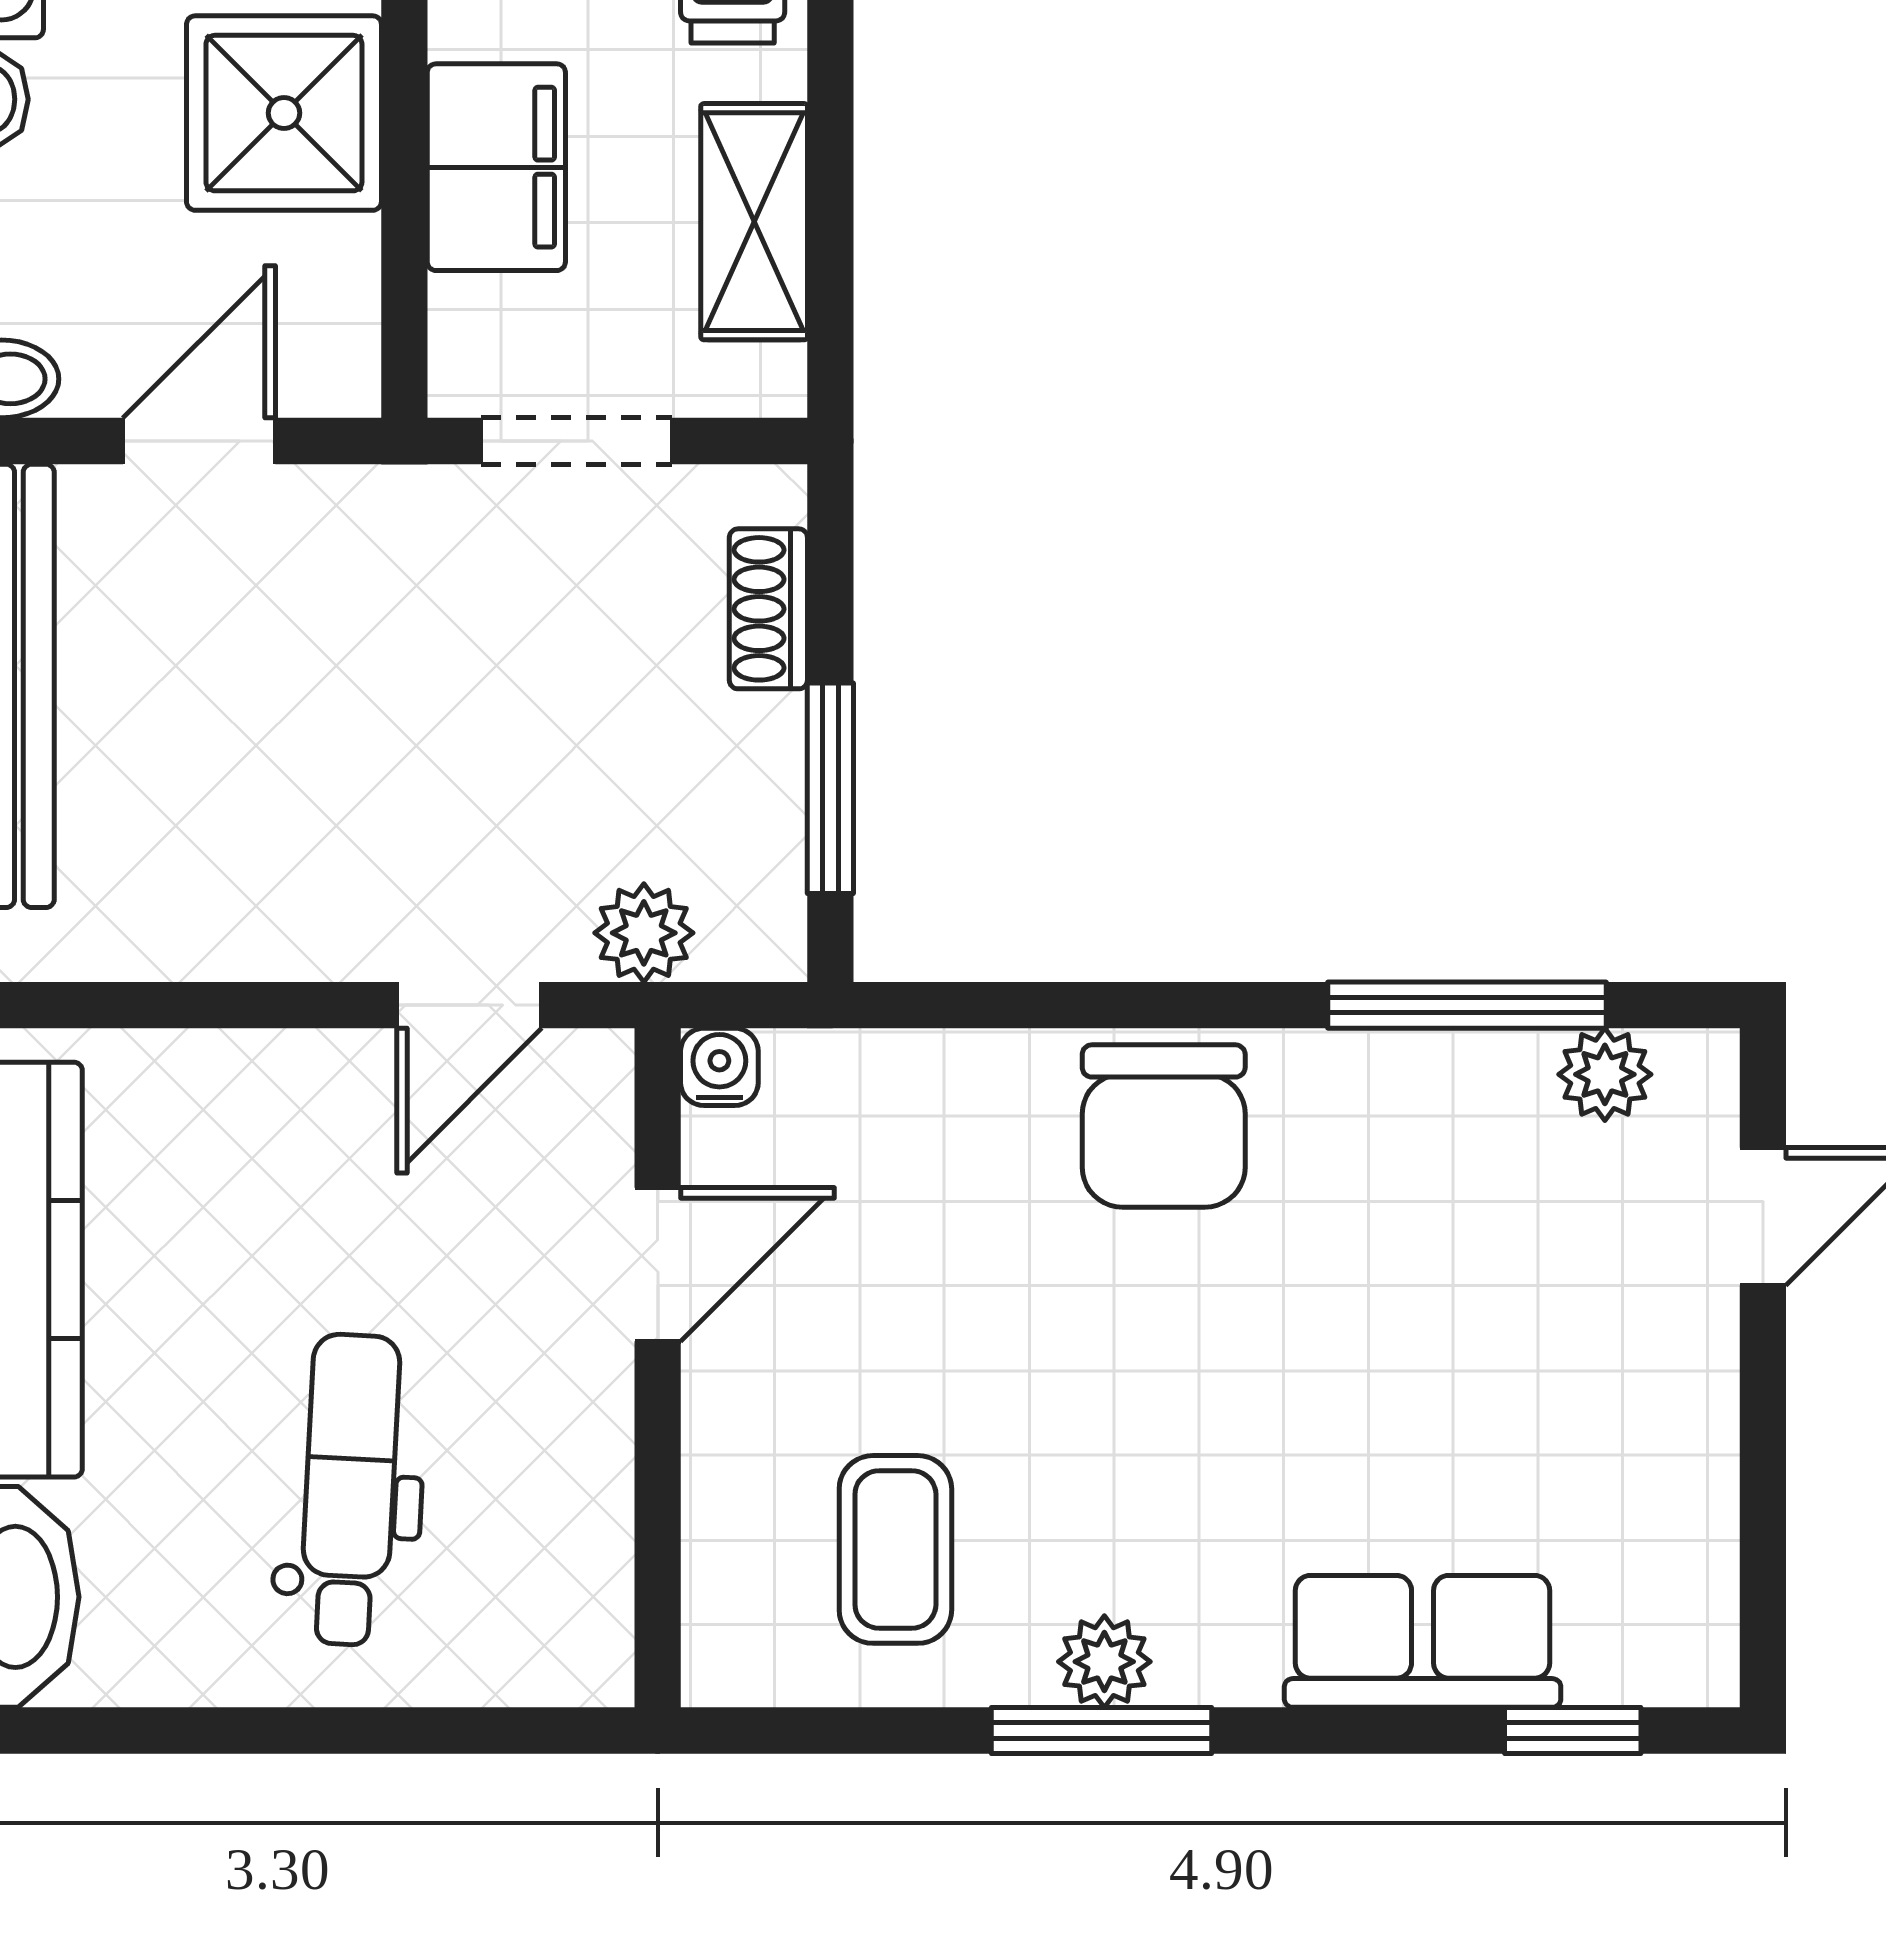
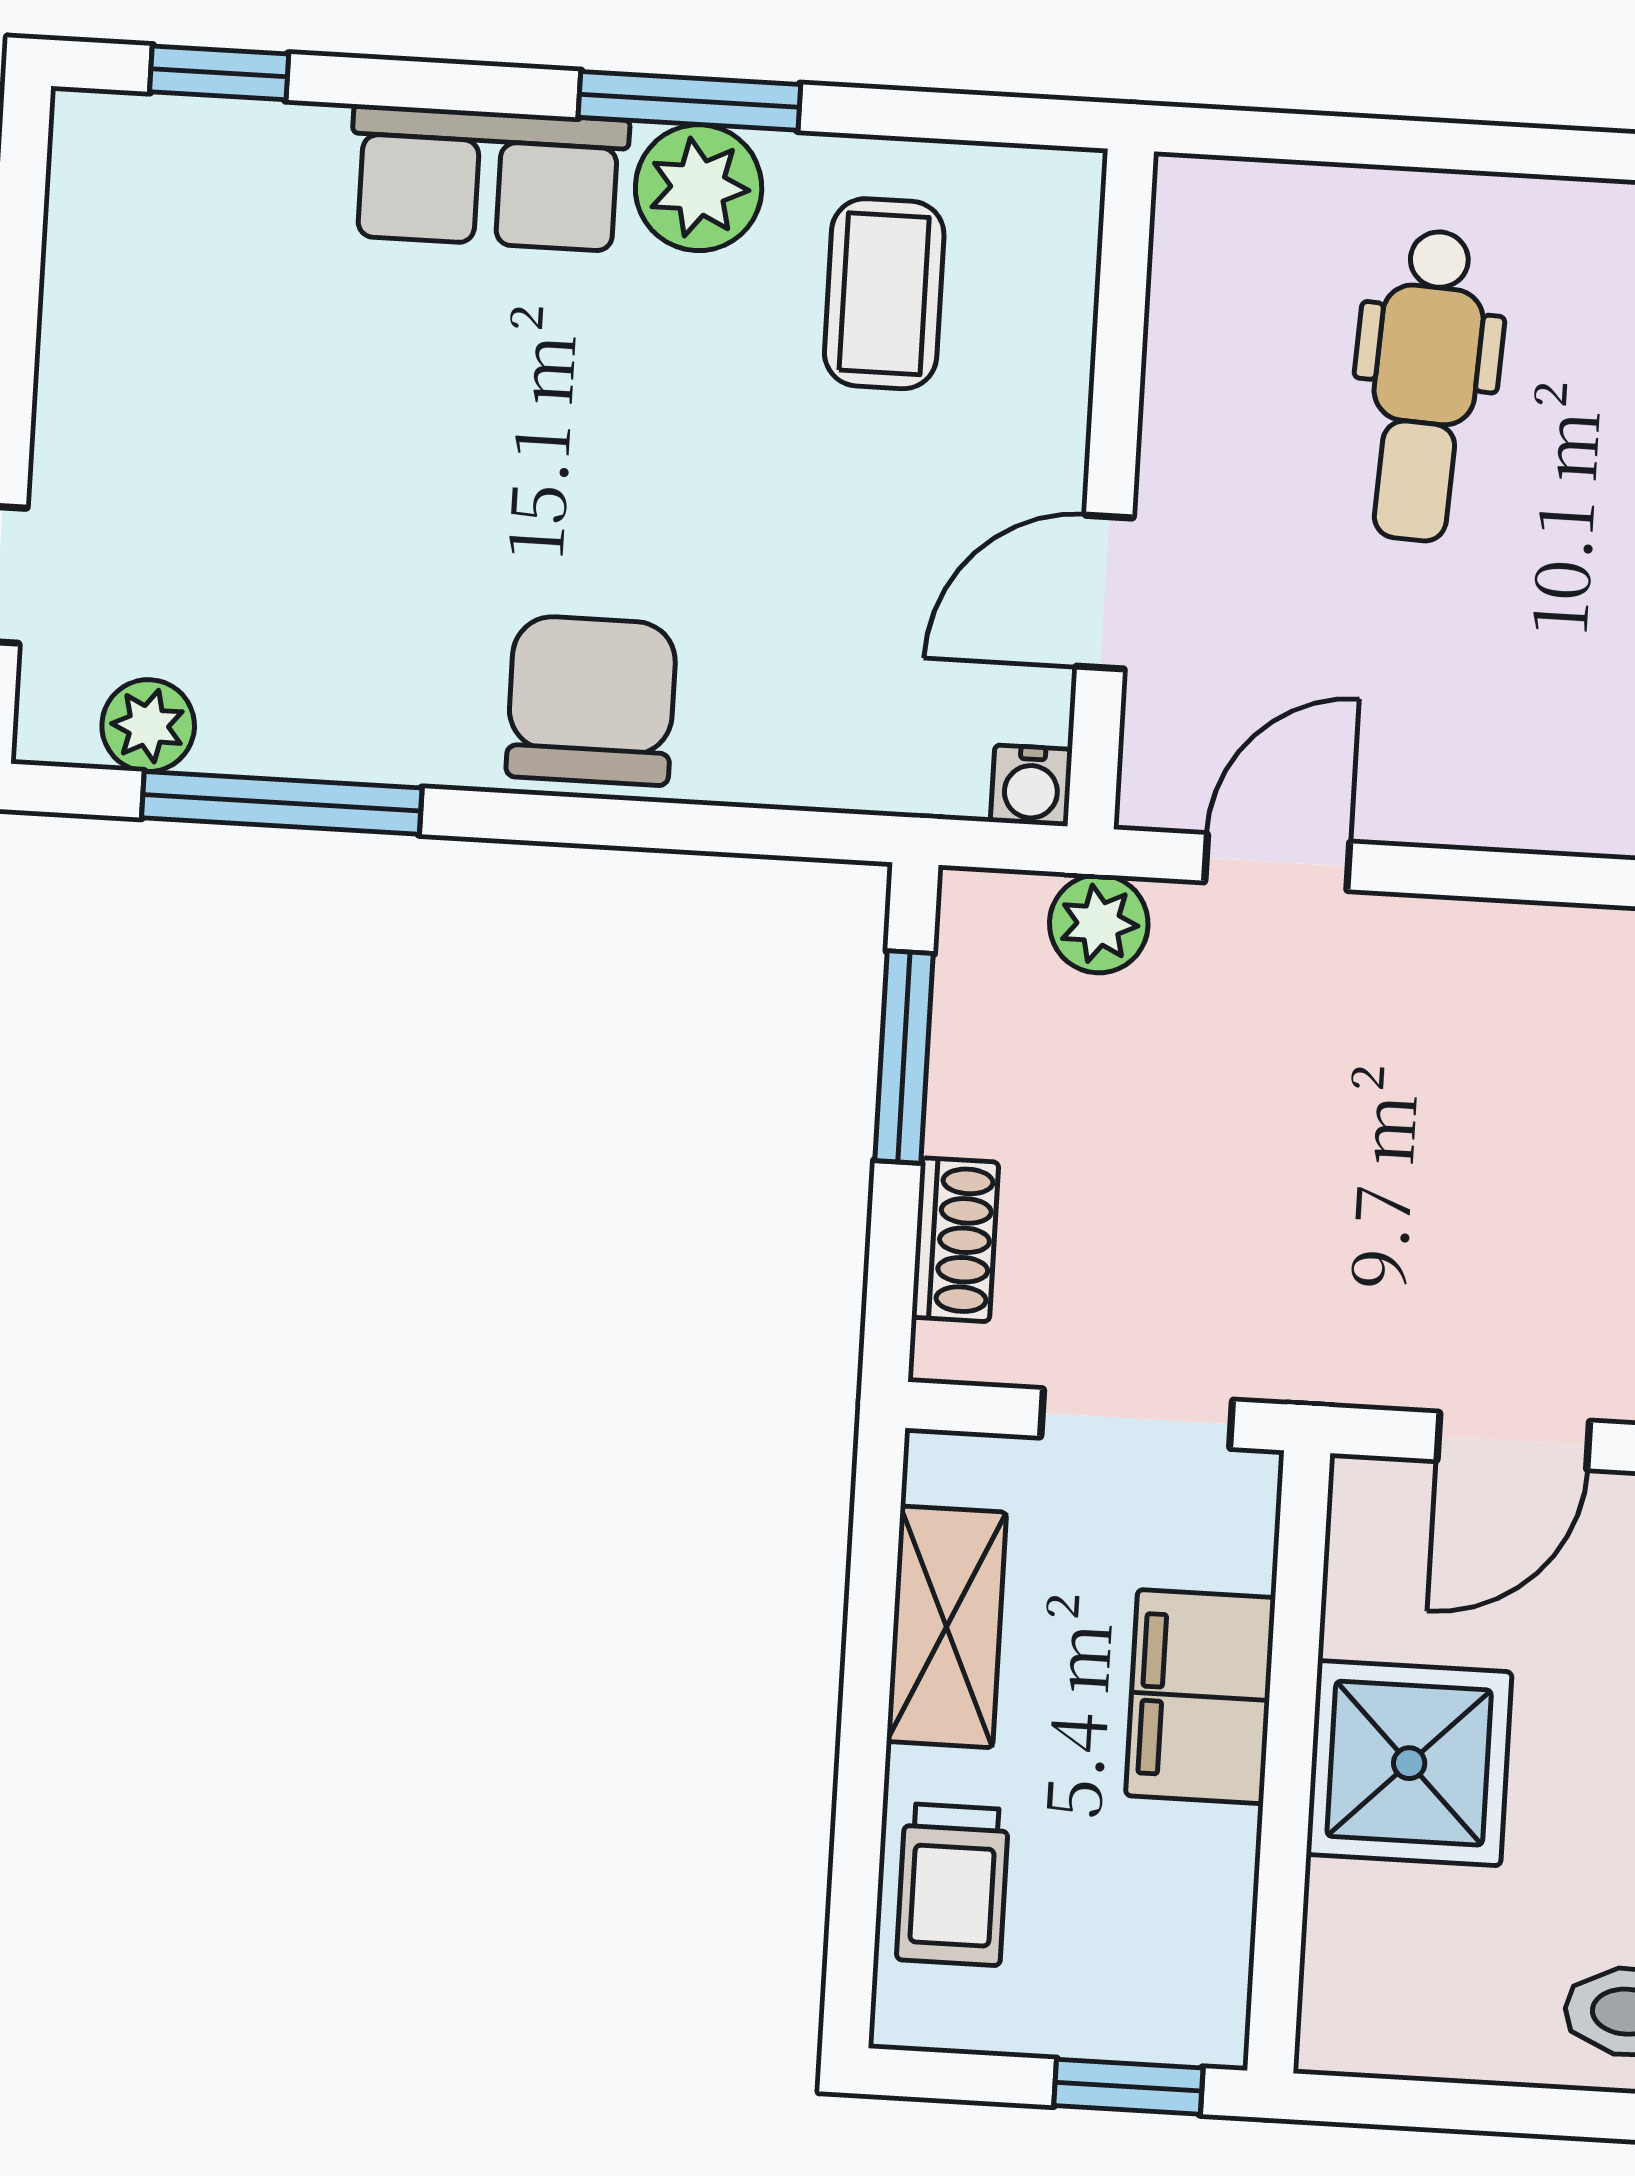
row of seats: (1423, 1641) -> (488, 178), moved
plant: (1104, 1662) -> (699, 188), width x1.38, depth x1.38

